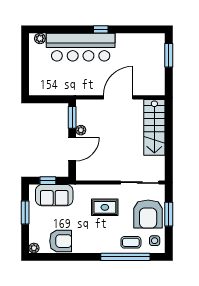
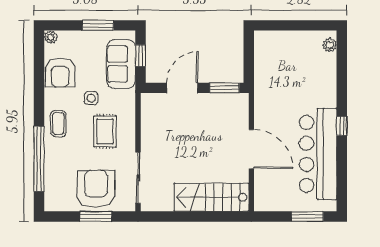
bar counter: (81, 47) -> (318, 154), moved
plant: (81, 130) -> (208, 99), removed
door: (72, 149) -> (182, 88), swing flipped
armchair: (148, 214) -> (96, 189), turned 90
side table: (155, 241) -> (91, 98), moved
coffee table: (131, 242) -> (58, 123), moved

